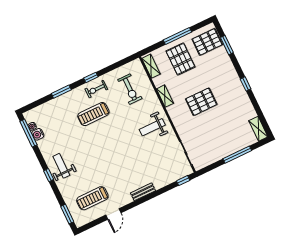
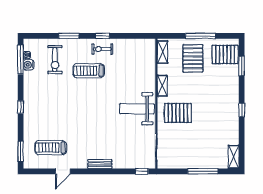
exercise bike: (130, 89) -> (55, 60), moved
pallet: (201, 102) -> (178, 113), moved
weight bench: (152, 127) -> (137, 109), width x1.36, depth x1.33
weight bench: (61, 166) -> (36, 104), removed

